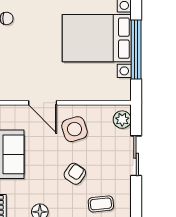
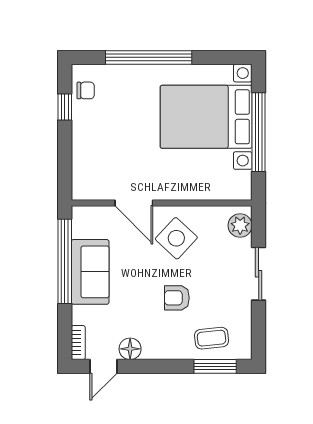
side table: (74, 129) -> (176, 238), turned -30
armchair: (75, 174) -> (177, 298), turned -124

